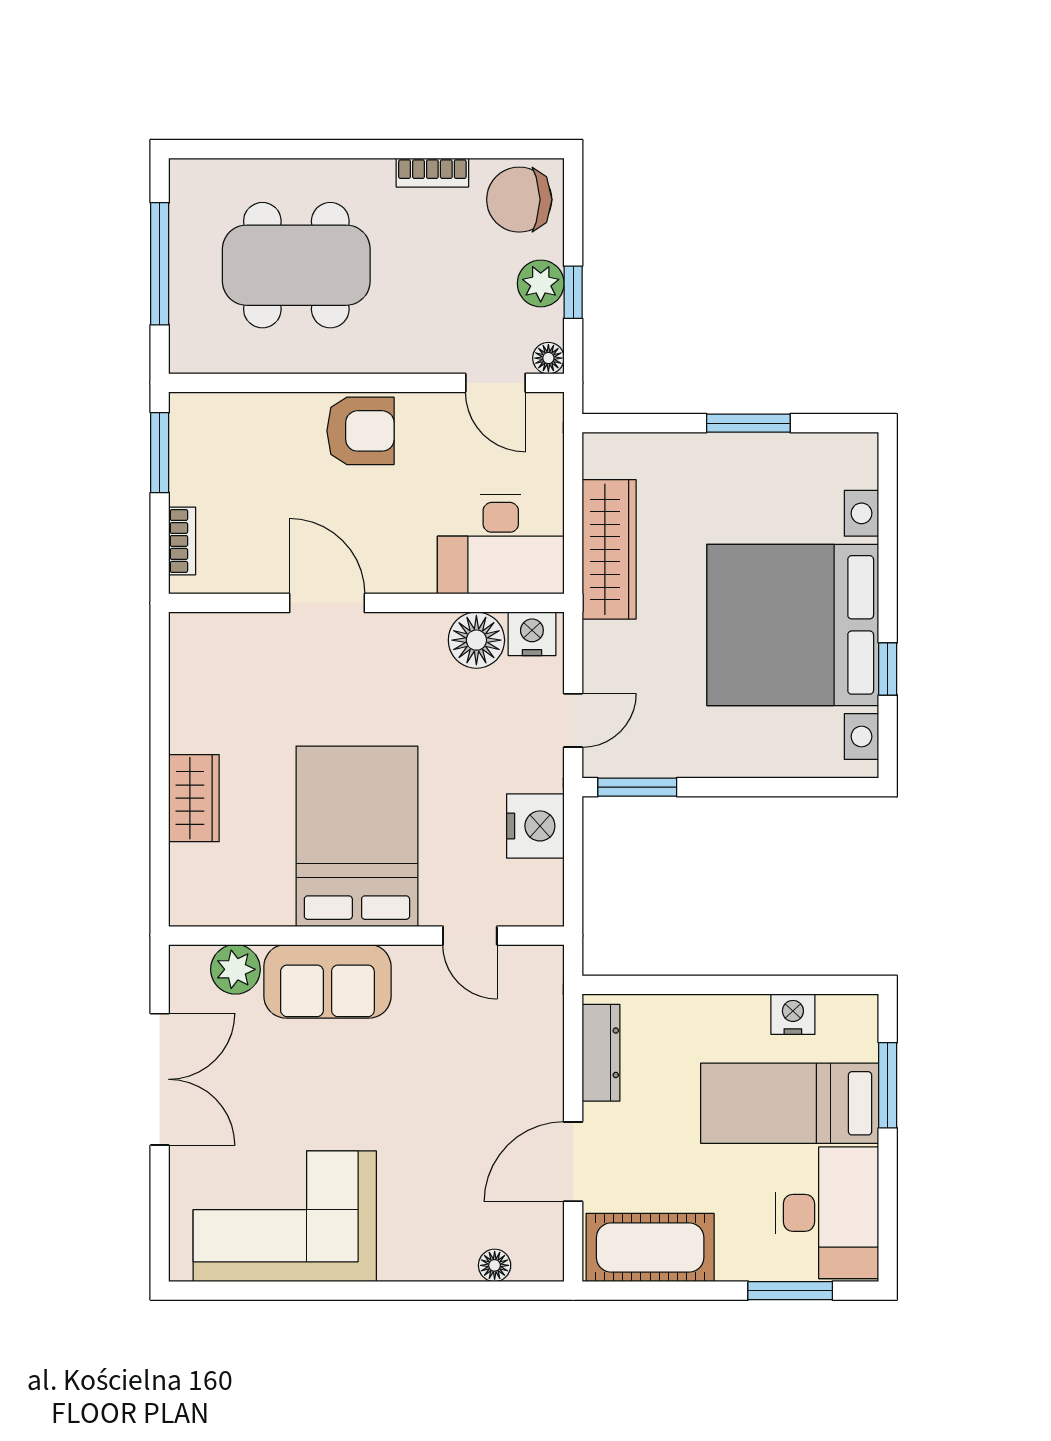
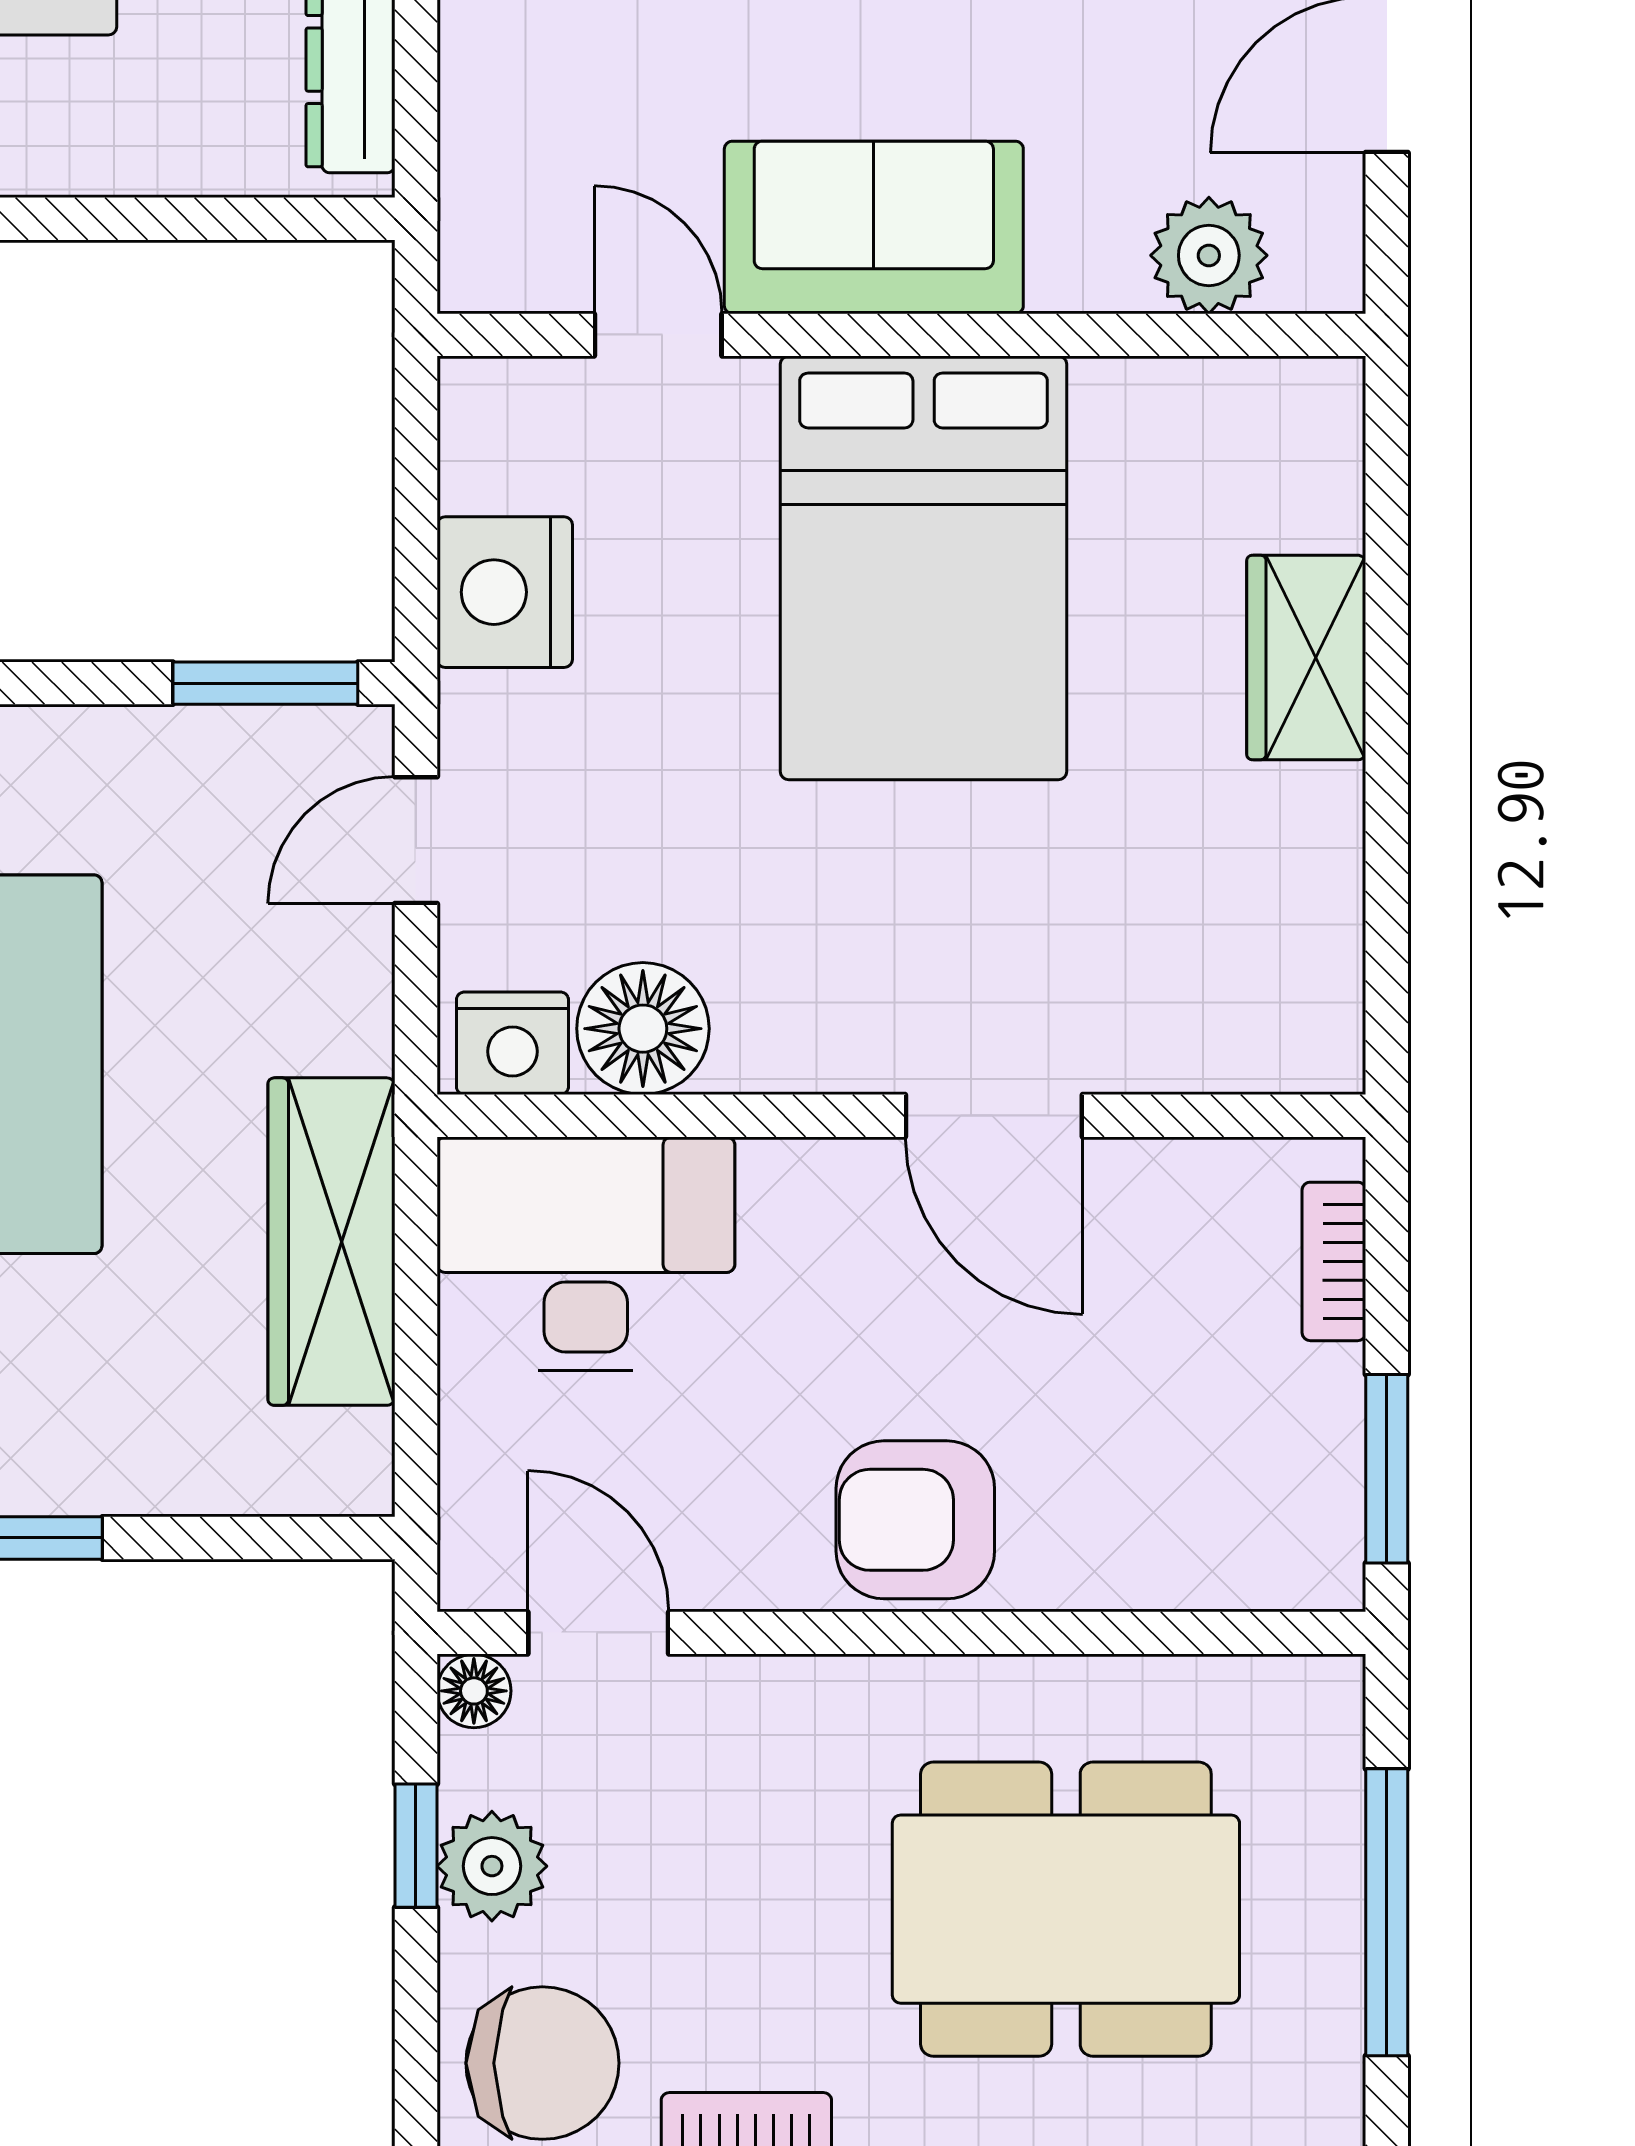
sofa: (327, 981) -> (874, 227), moved

